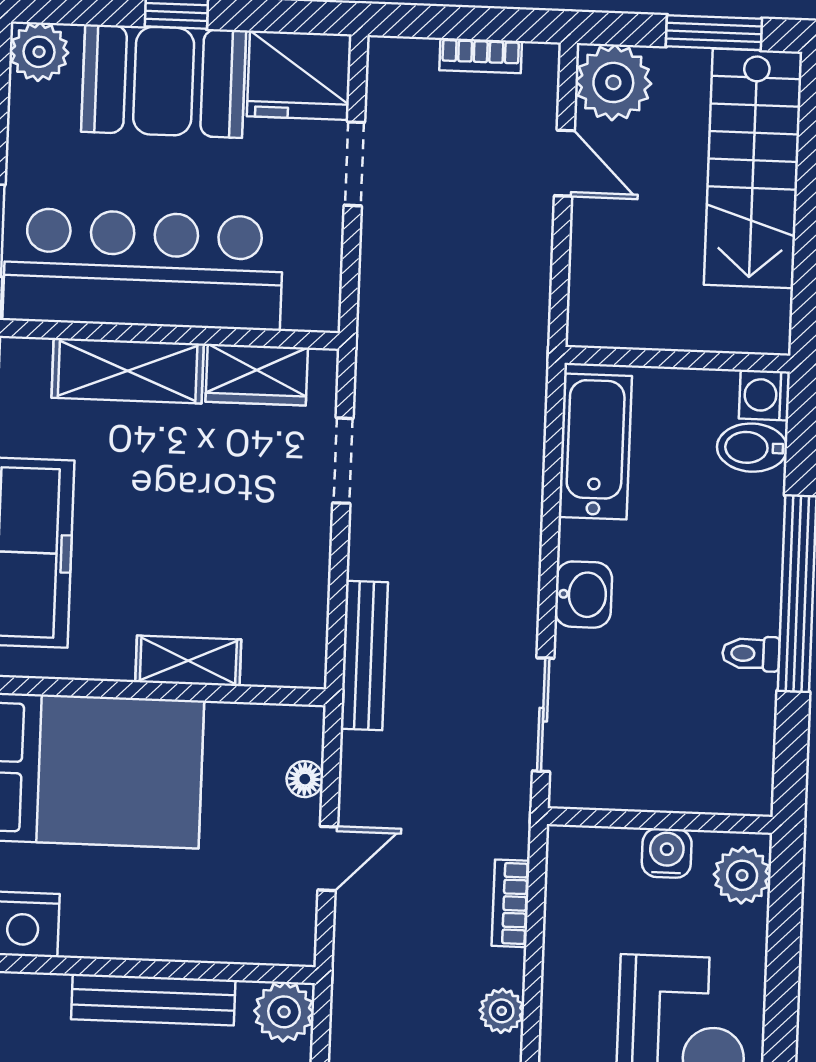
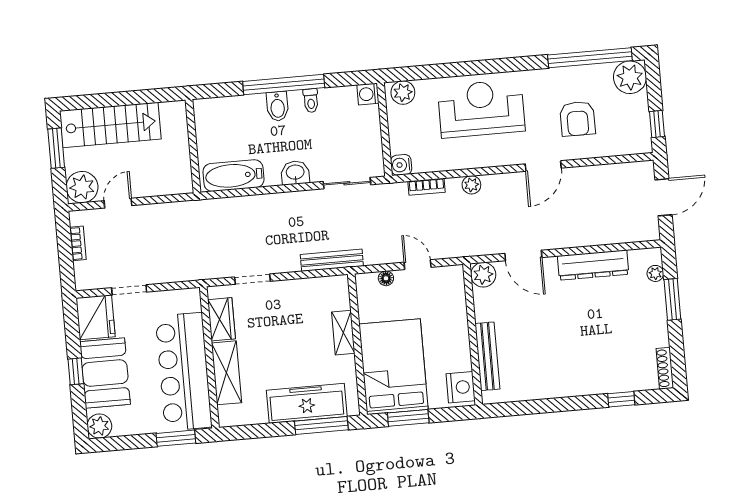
washing machine: (764, 395) -> (368, 94), moved, turned 90
bidet: (752, 448) -> (277, 106), moved
water cooler: (667, 853) -> (401, 165), moved
bench: (153, 1000) -> (487, 356), moved

